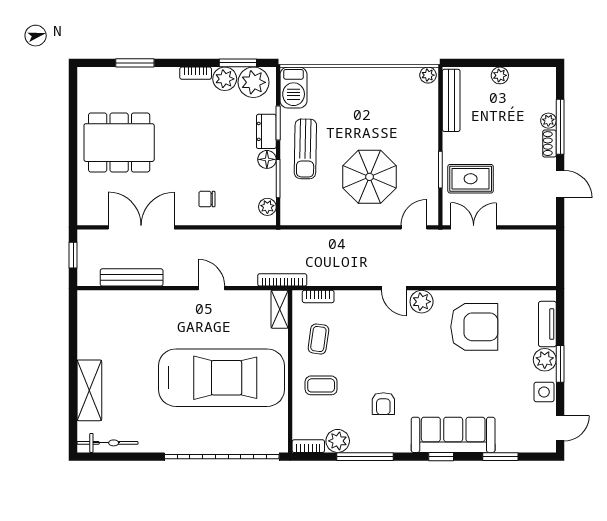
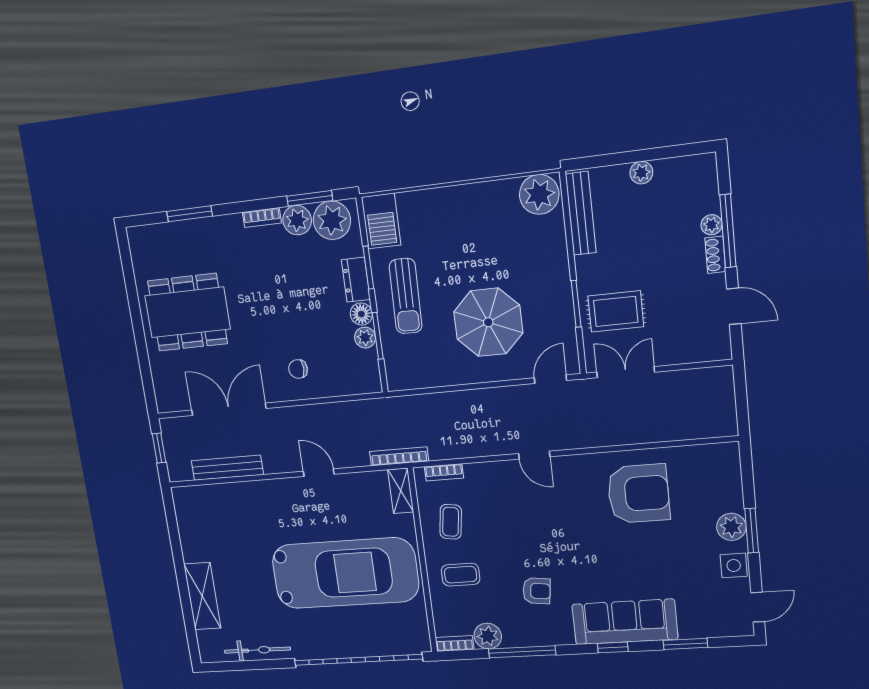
plant: (428, 75) -> (539, 194), width x1.88, depth x1.88
plant: (267, 207) -> (365, 338), moved
plant: (422, 302) -> (570, 469), removed
tv unit: (547, 324) -> (731, 483), removed
armchair: (383, 404) -> (537, 591), turned -83
bicycle: (108, 443) -> (257, 650), moved

